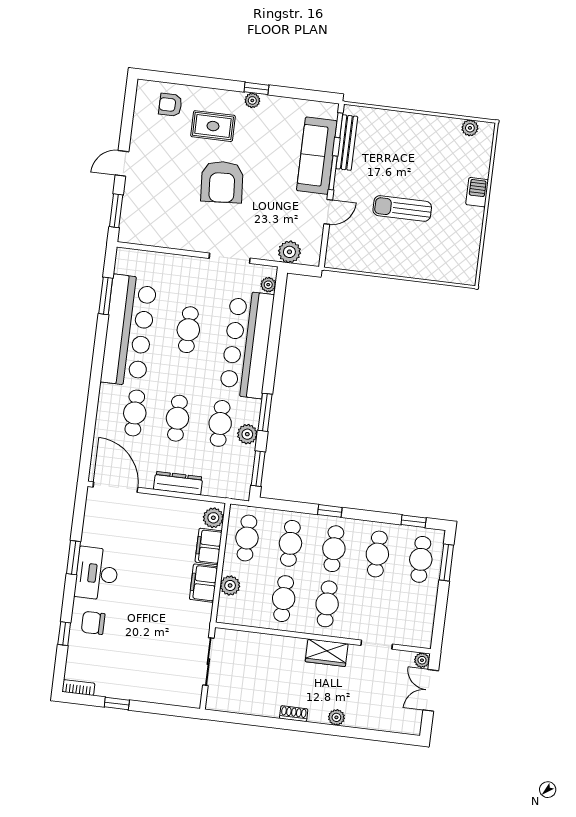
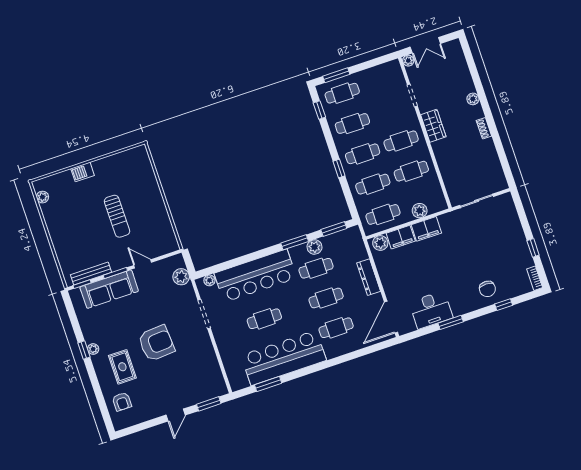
door: (122, 163) -> (176, 415), hinge flipped
desk: (97, 574) -> (431, 310), moved

